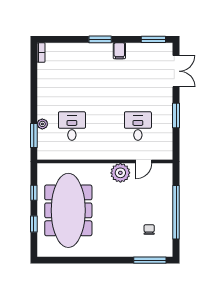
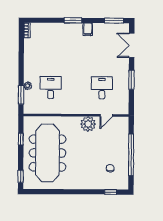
double door: (176, 71) -> (132, 45), swing flipped
window: (34, 224) -> (21, 176), moved
window: (150, 260) -> (111, 192), width x0.46

